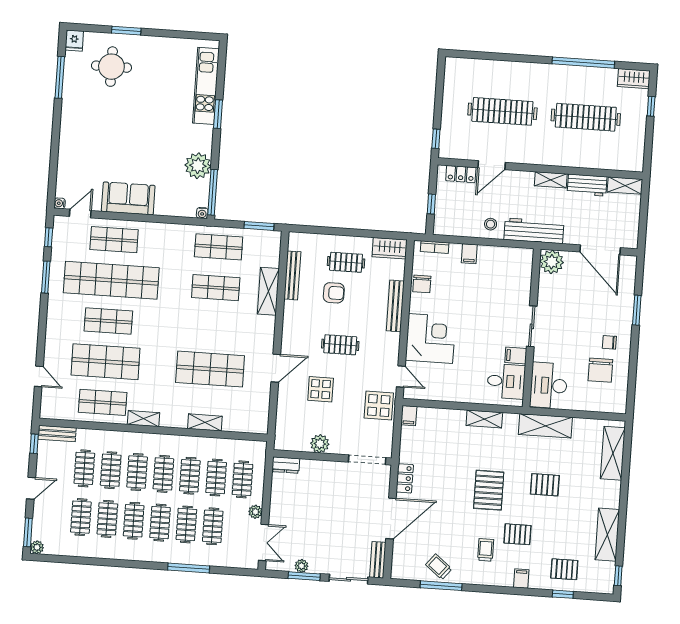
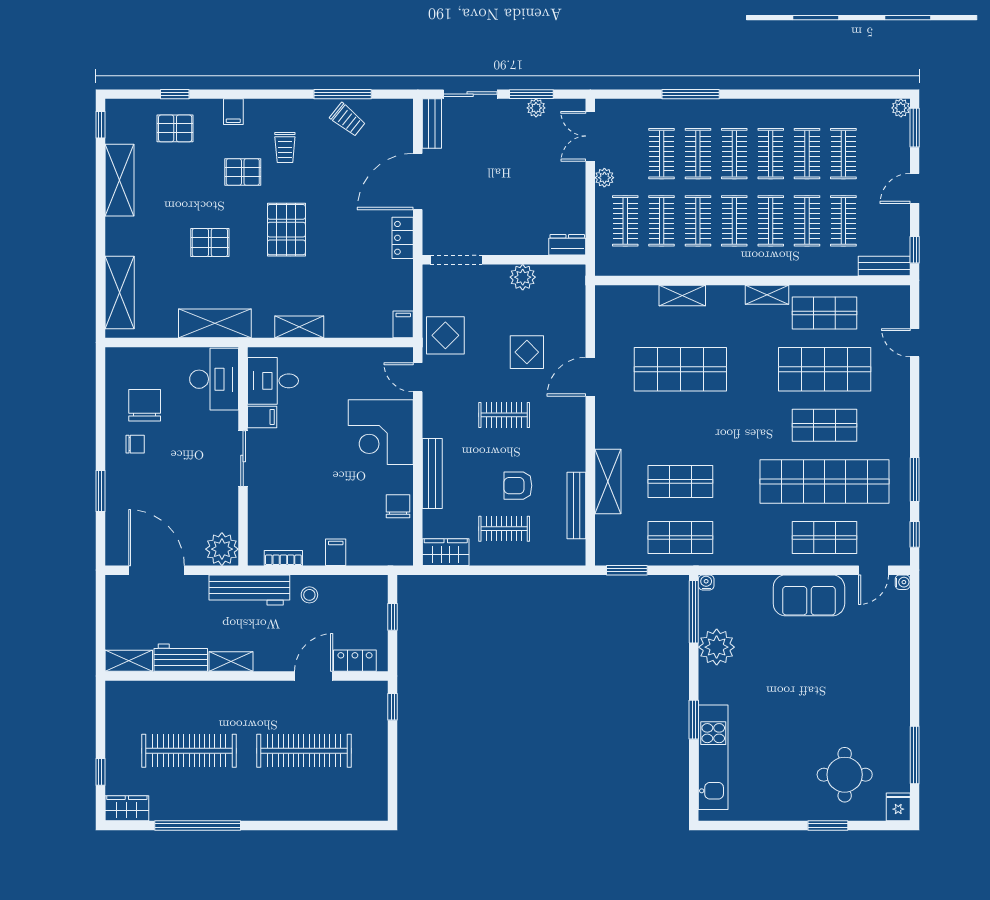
bookcase: (435, 247) -> (283, 558), moved

